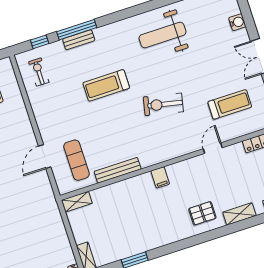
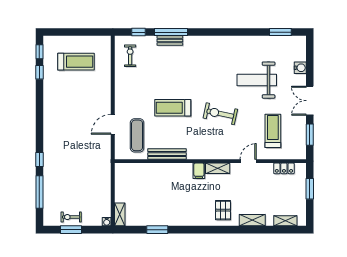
weight bench: (163, 35) -> (257, 80), moved
treadmill: (106, 85) -> (173, 108), moved
treadmill: (230, 104) -> (273, 131), turned -90
shelving: (77, 202) -> (218, 168), moved
pallet: (202, 213) -> (223, 210), turned 90

